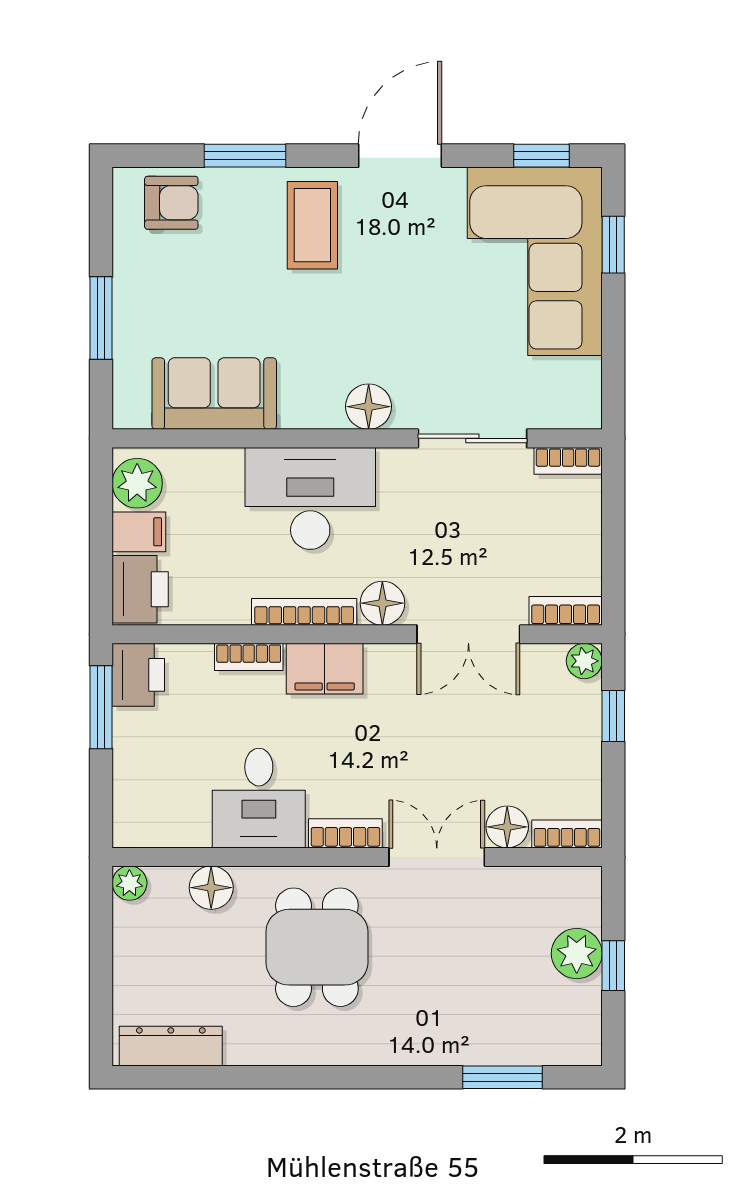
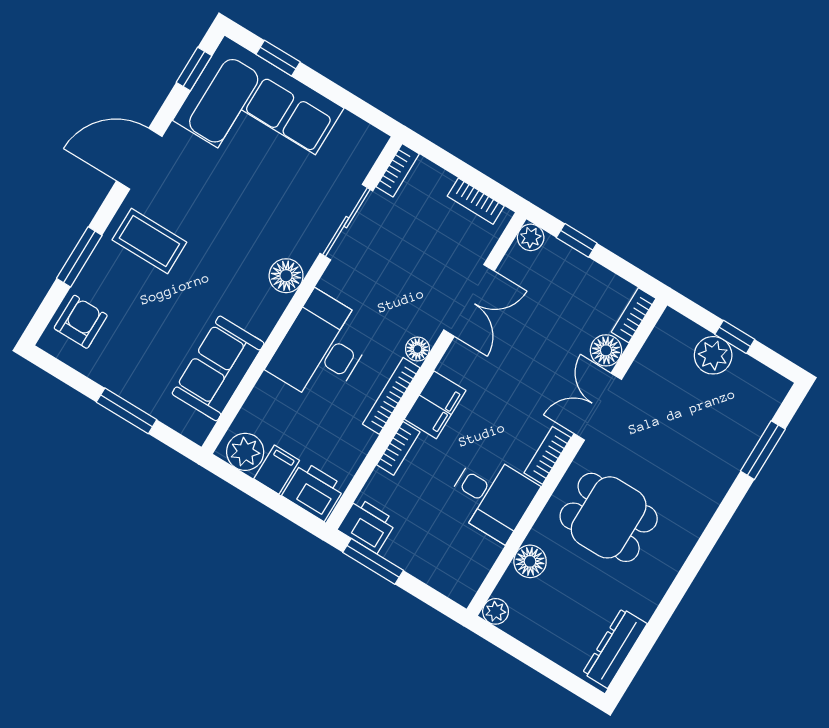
door: (400, 156) -> (139, 159), hinge flipped
floor lamp: (382, 603) -> (418, 349), width x0.73, depth x0.73
bookcase: (566, 611) -> (476, 201), moved, turned -90

